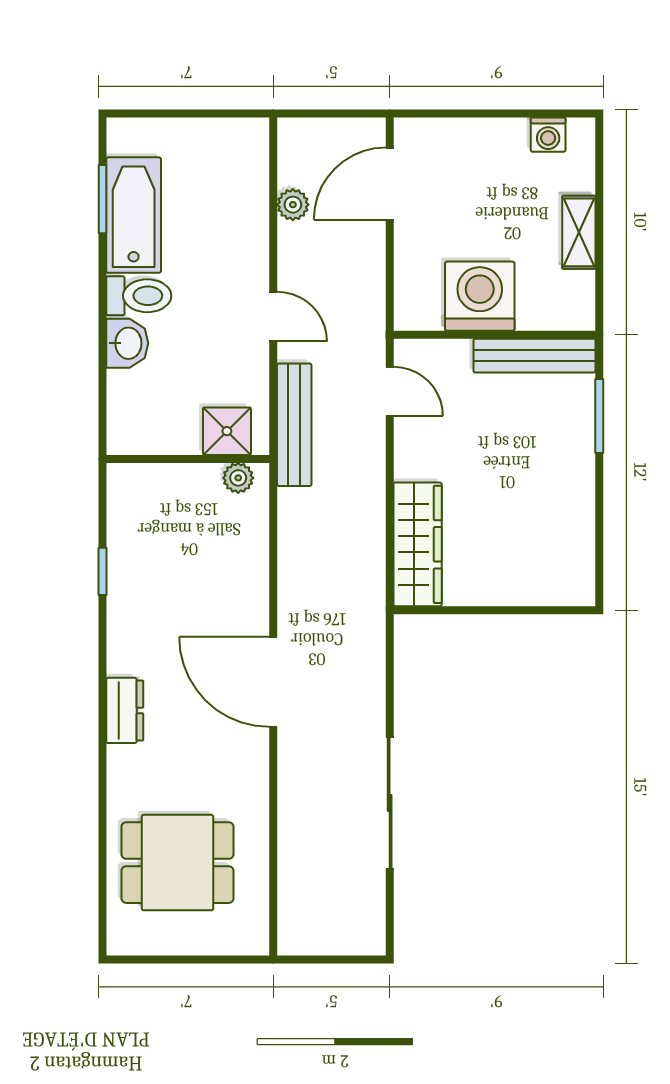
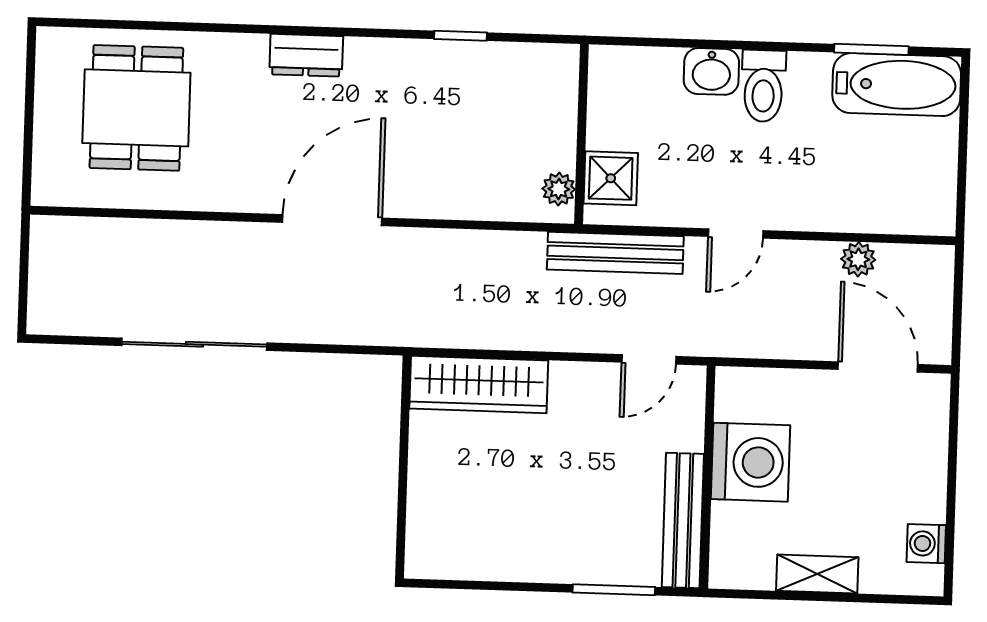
bathtub: (134, 215) -> (897, 85), moved

